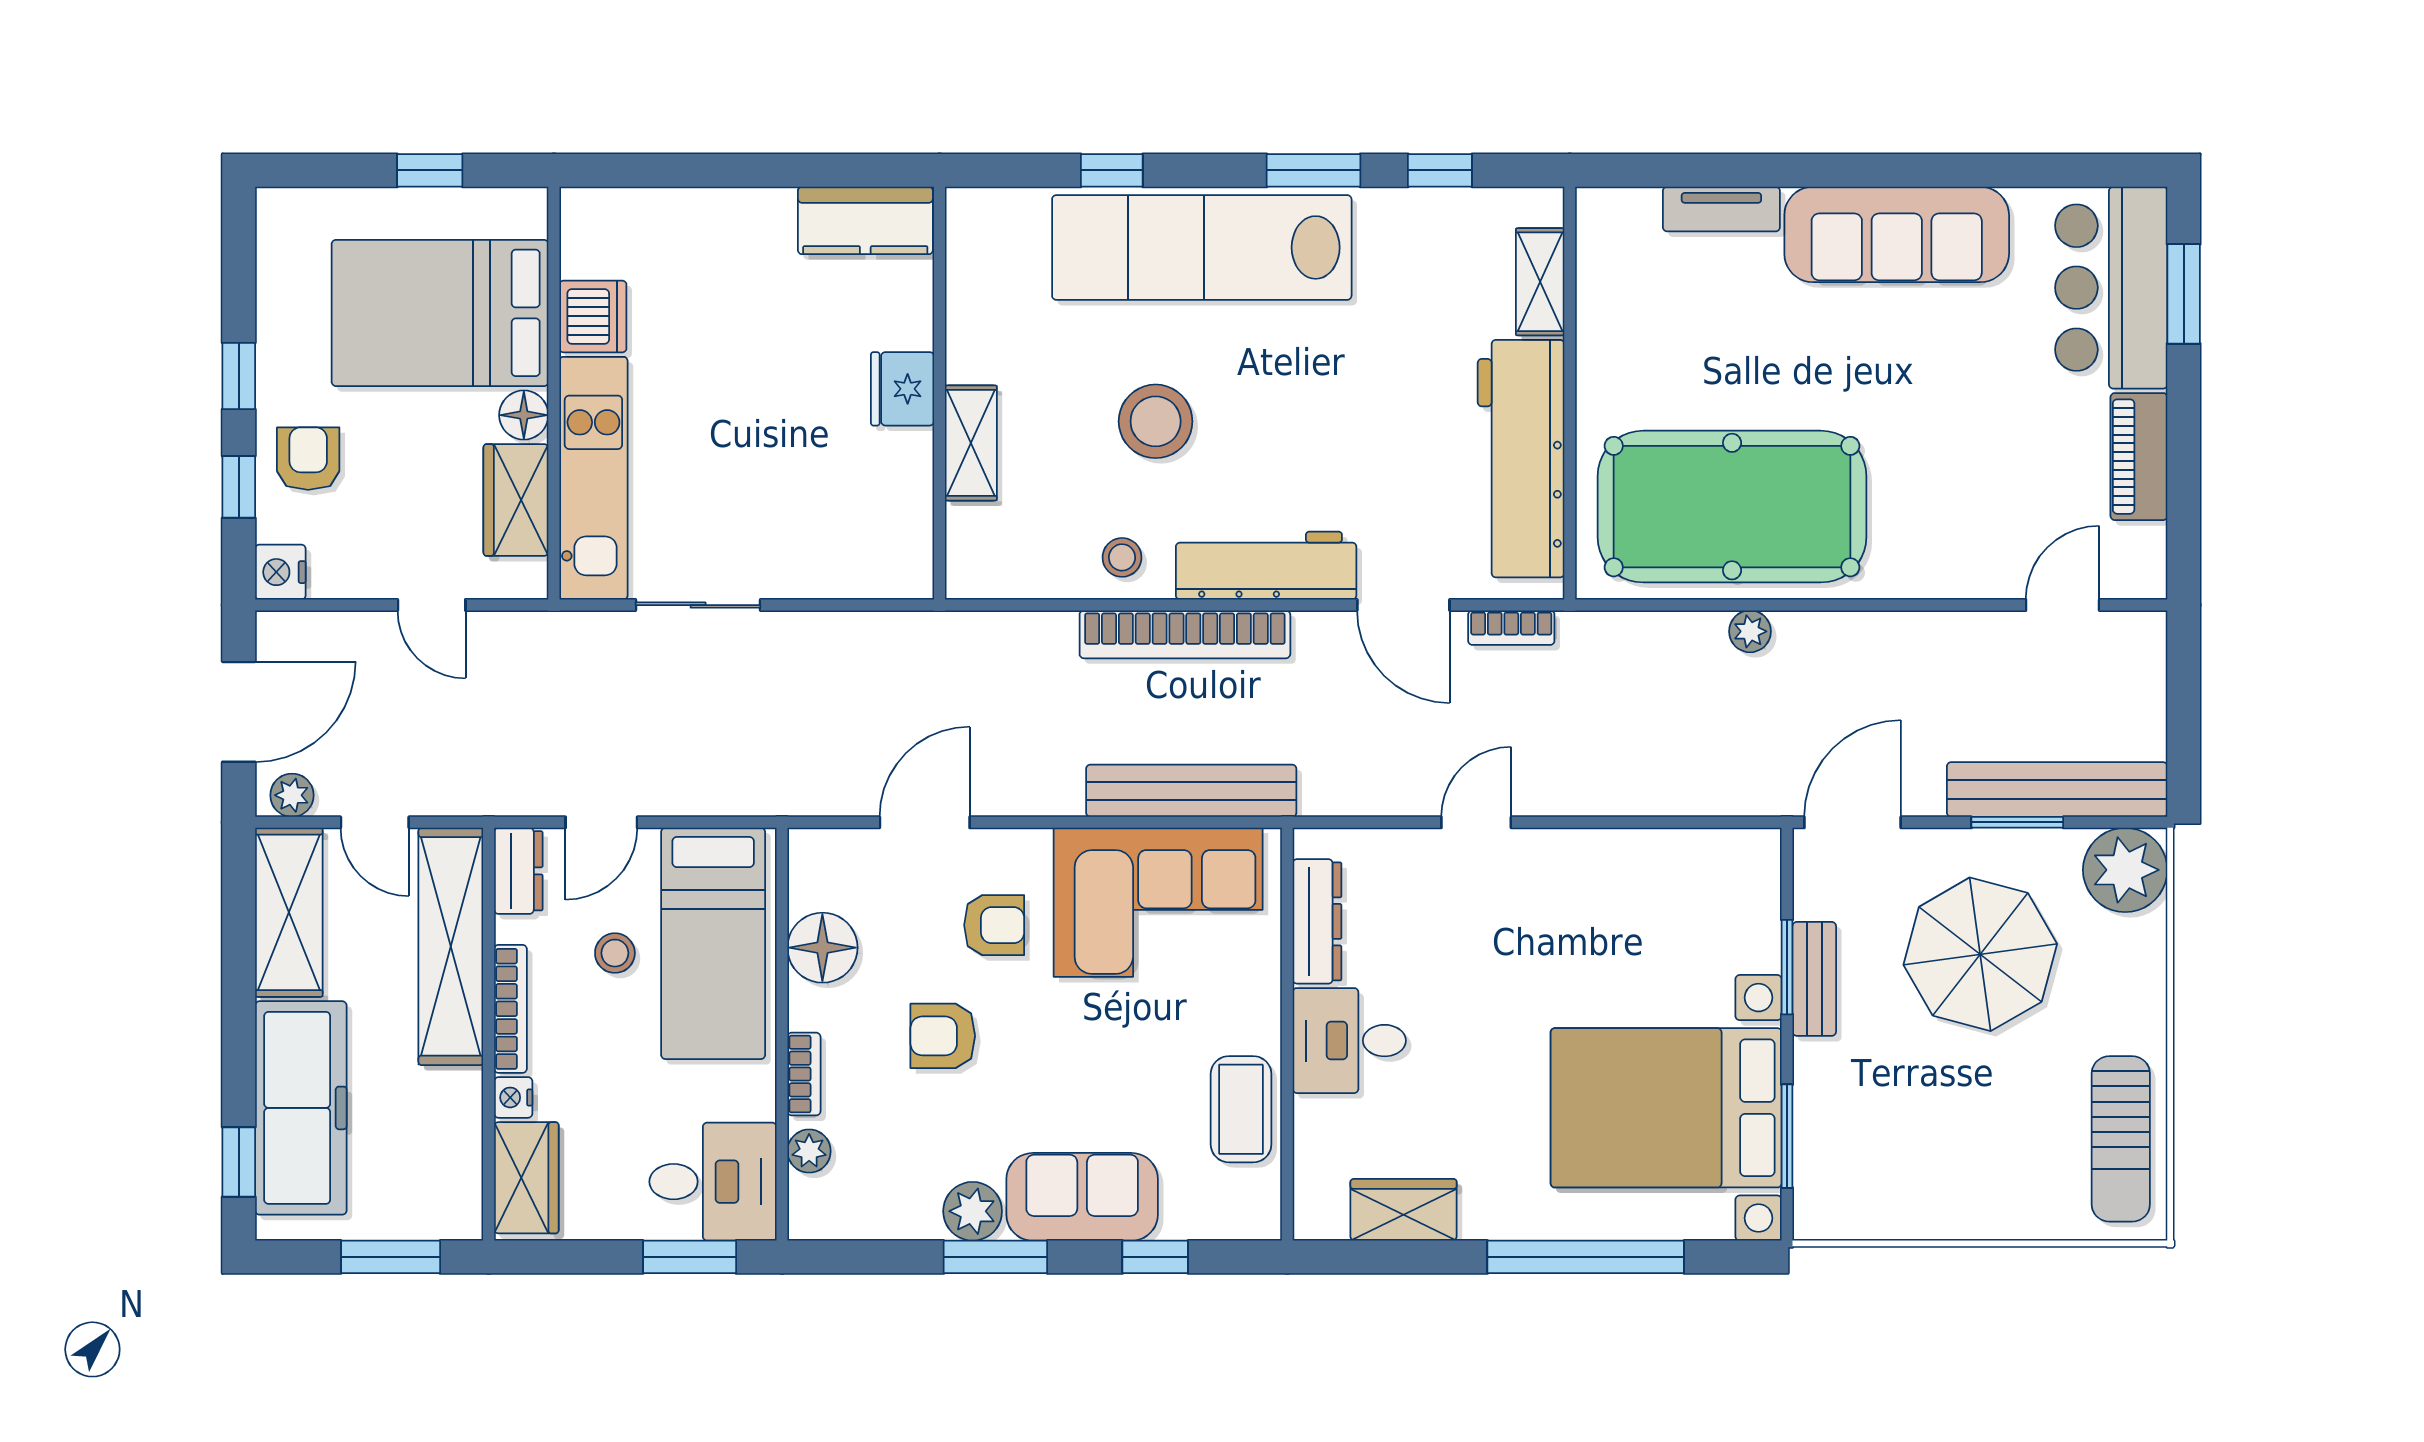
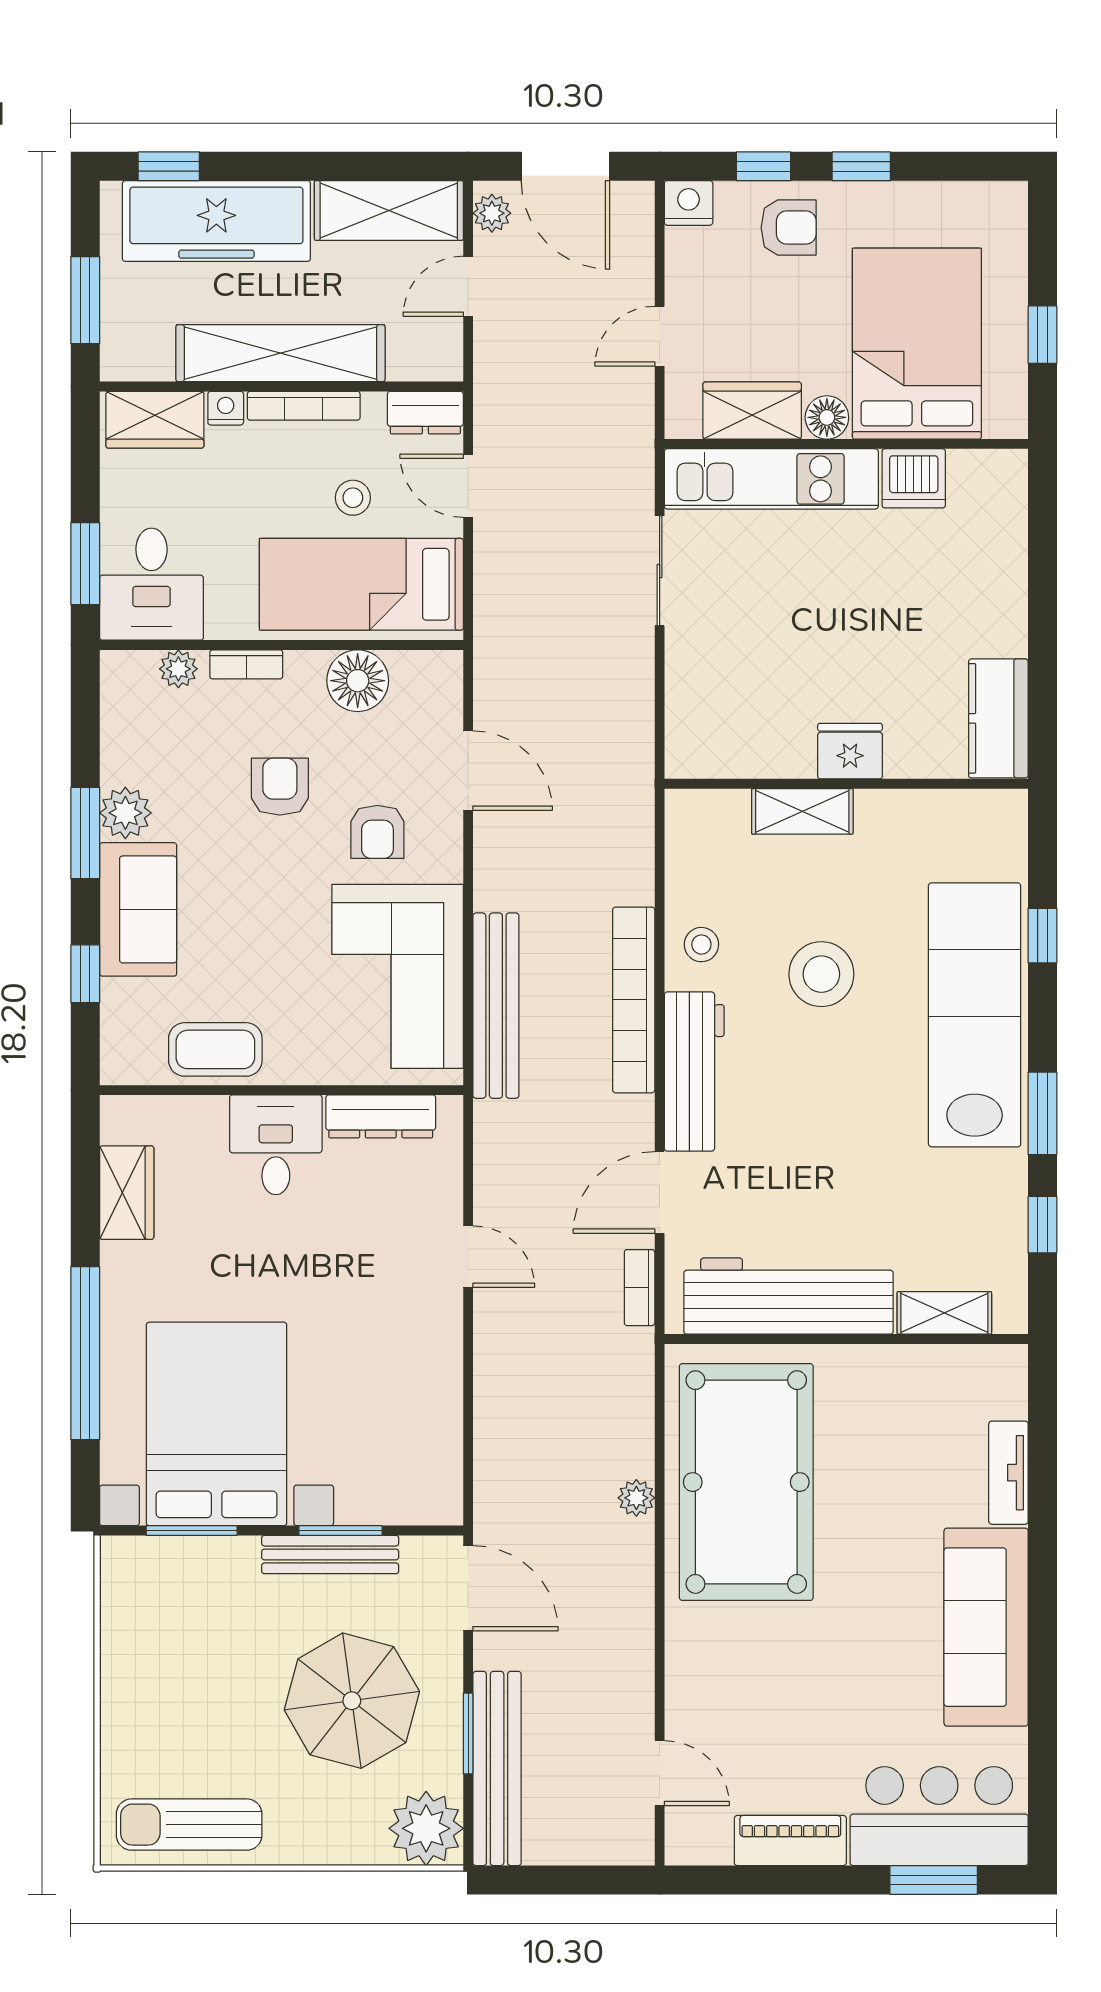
shelving: (451, 946) -> (280, 353), moved
bench: (1814, 979) -> (330, 1554), width x1.36

